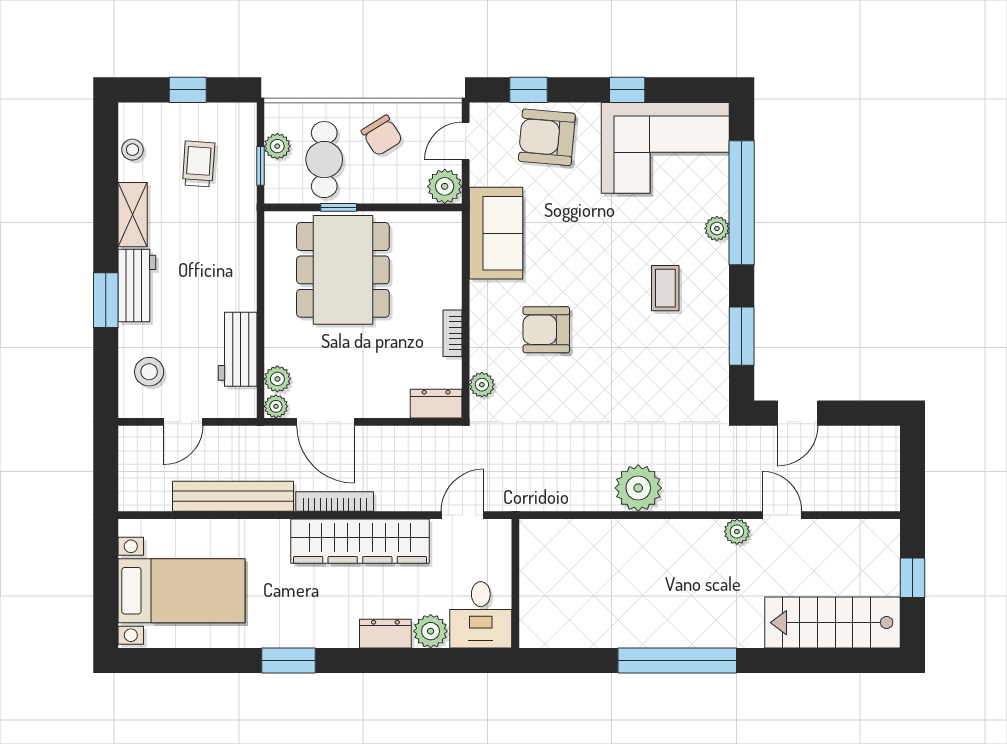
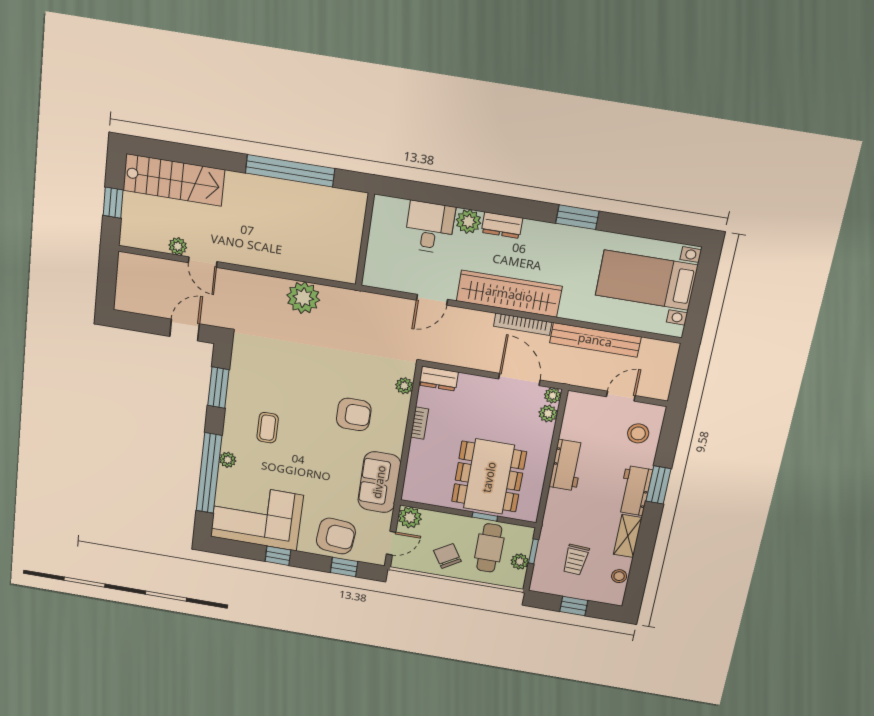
workbench: (238, 349) -> (567, 465), moved
plant: (737, 532) -> (178, 246), moved
wall: (515, 583) -> (365, 240), moved

